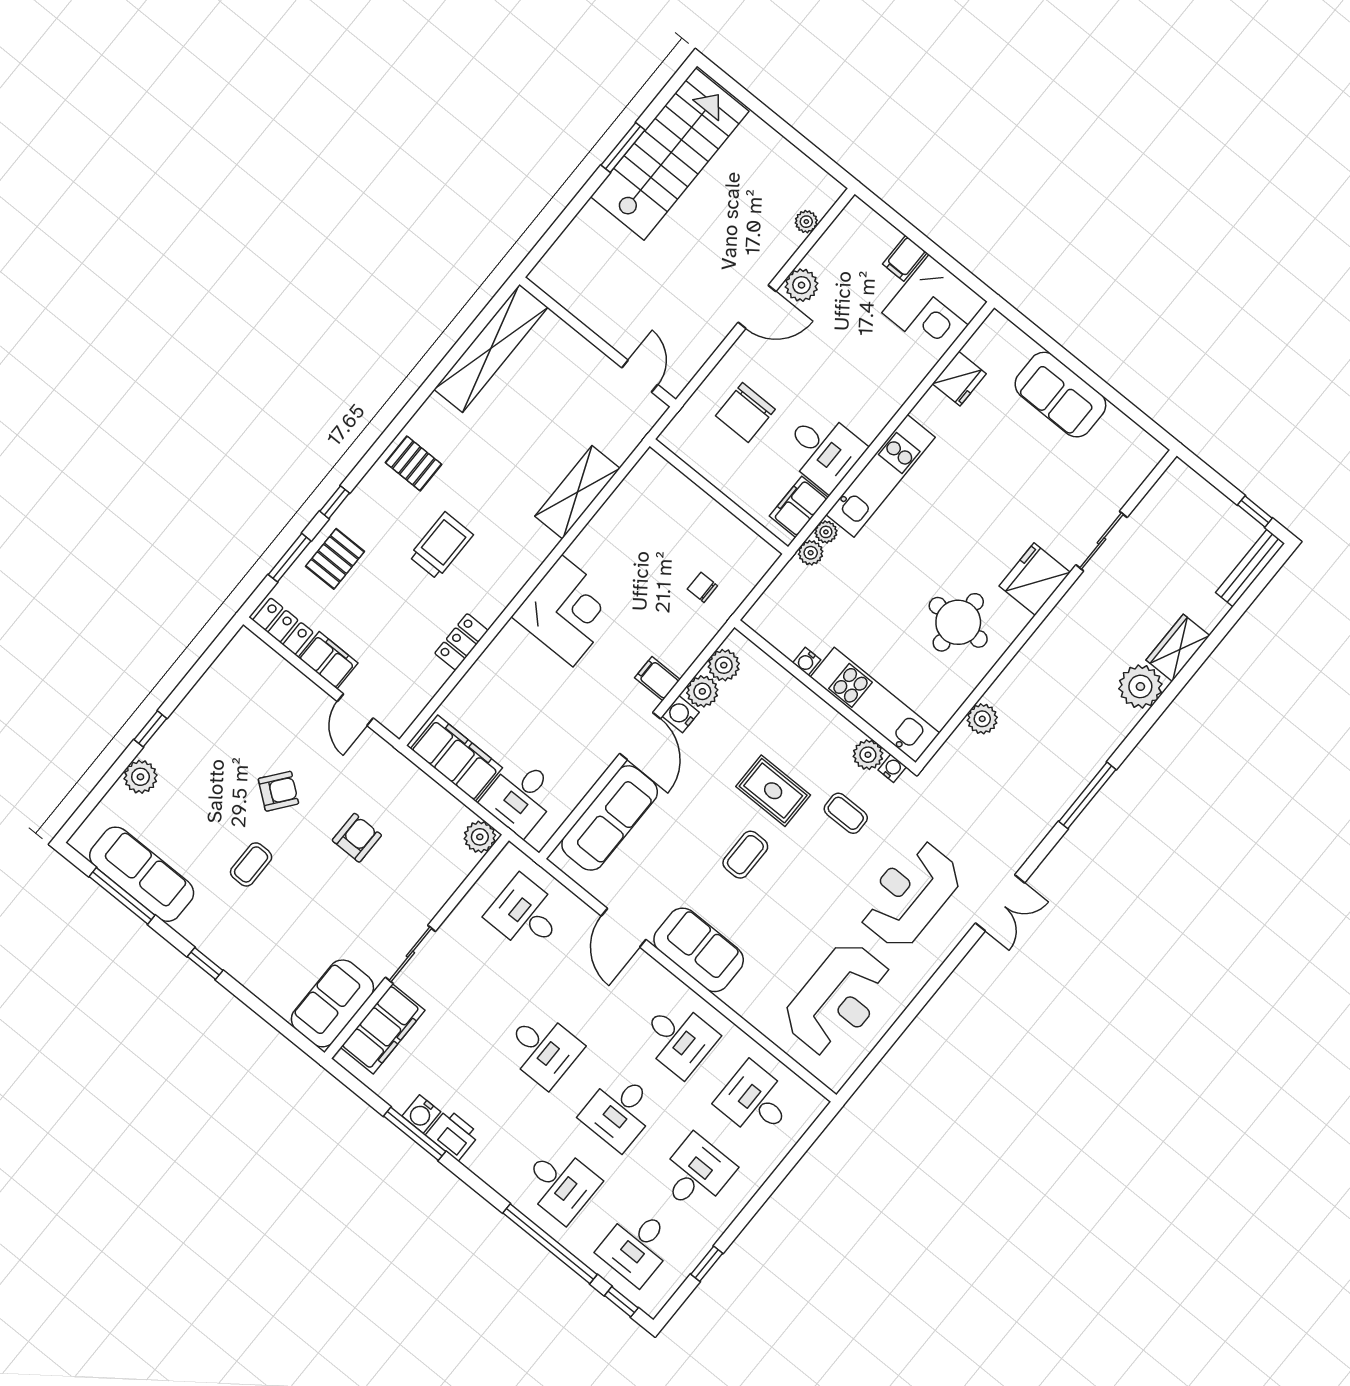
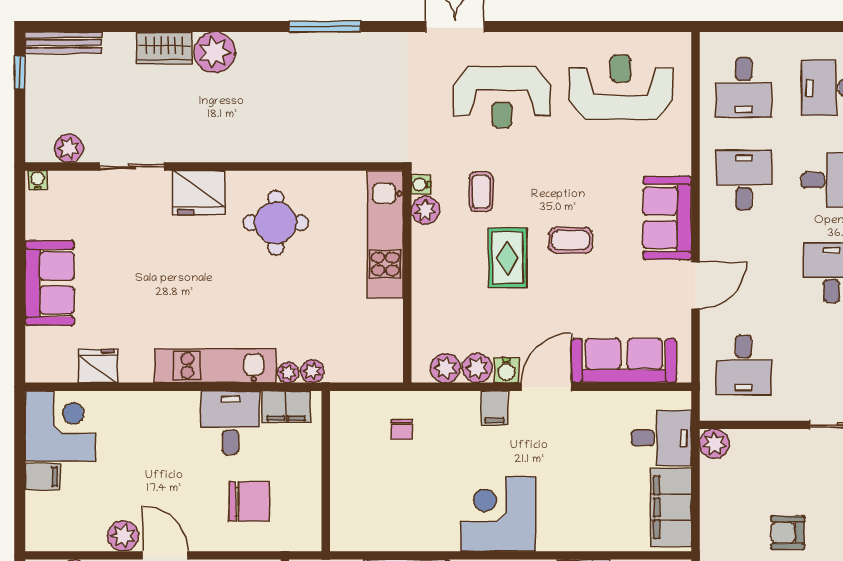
water cooler: (807, 661) -> (38, 180), moved, turned -90
plant: (982, 719) -> (69, 148), moved

